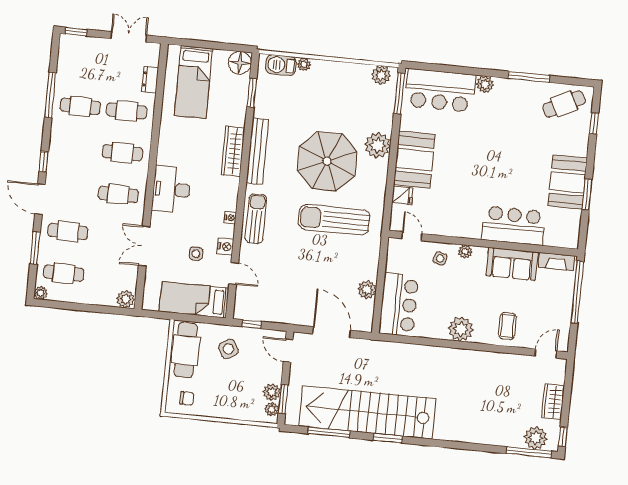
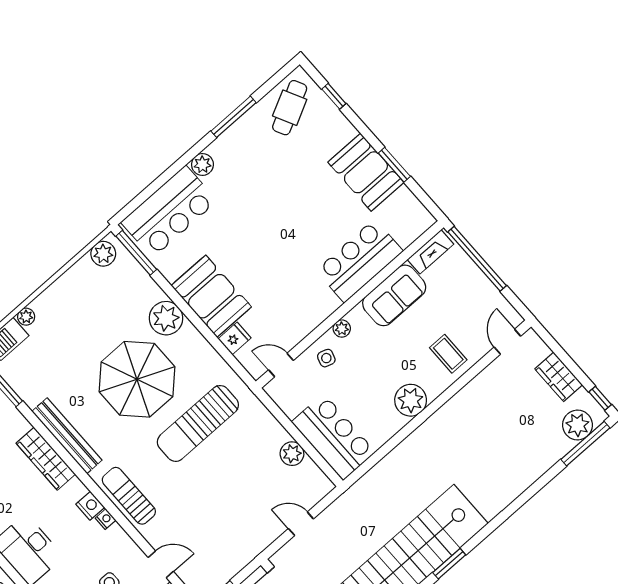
nightstand: (225, 247) -> (90, 506), moved
door: (332, 332) -> (301, 524), width x0.53

